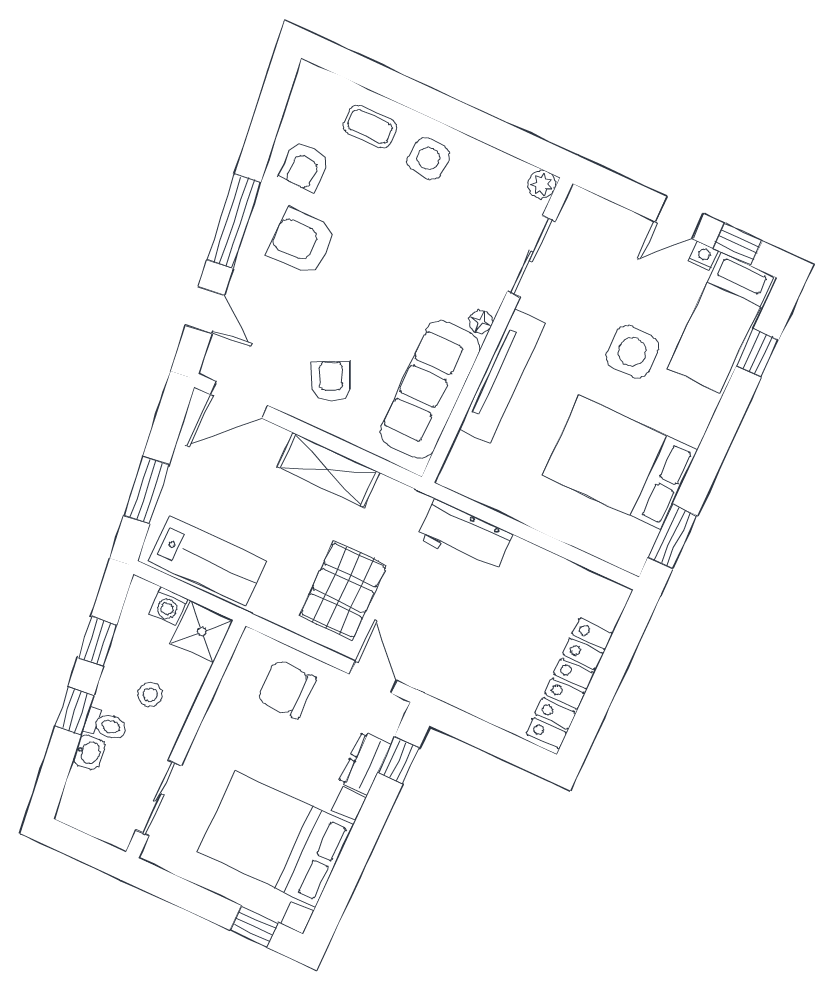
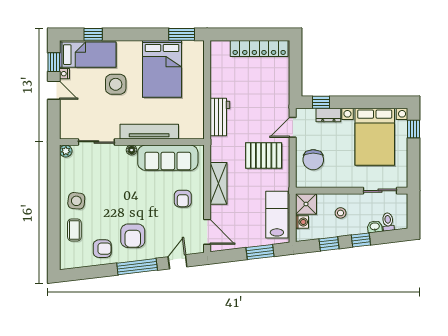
armchair: (331, 381) -> (183, 199), turned -64
toilet: (106, 725) -> (388, 222), moved

